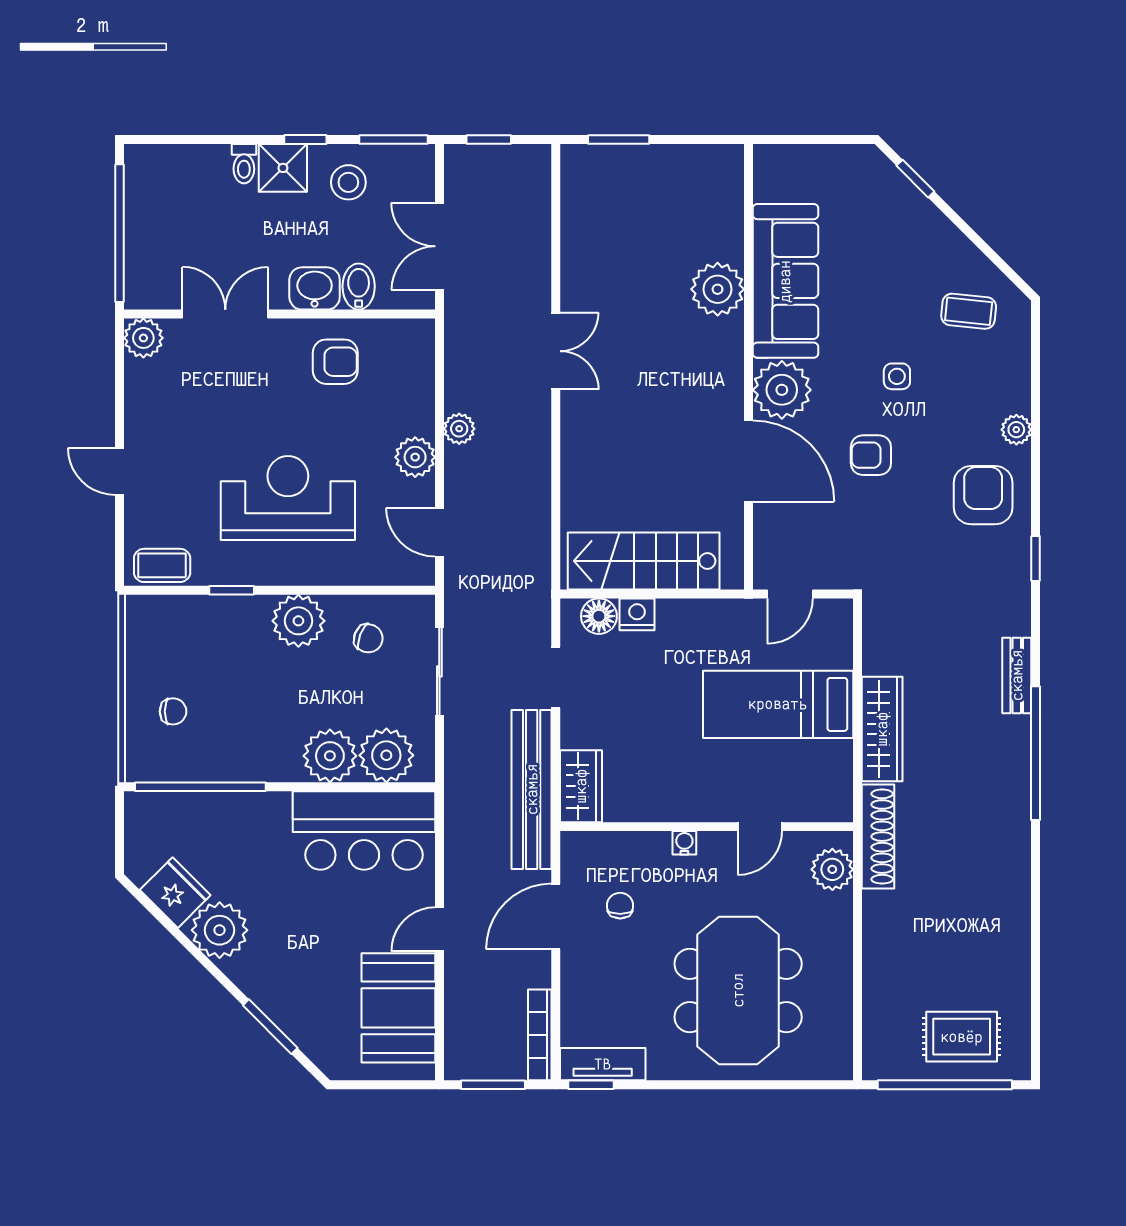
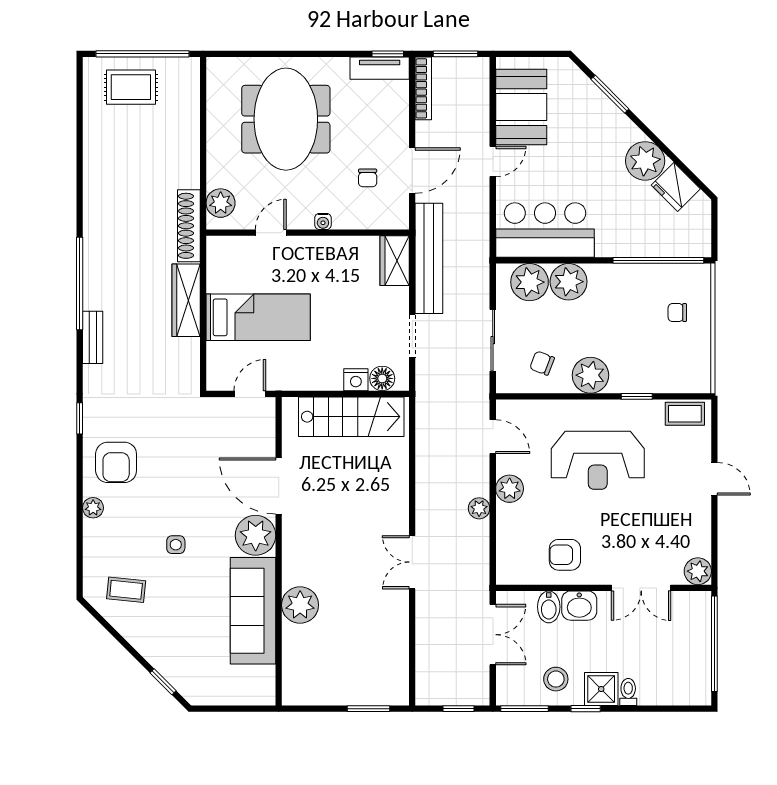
armchair: (871, 455) -> (194, 490), removed

